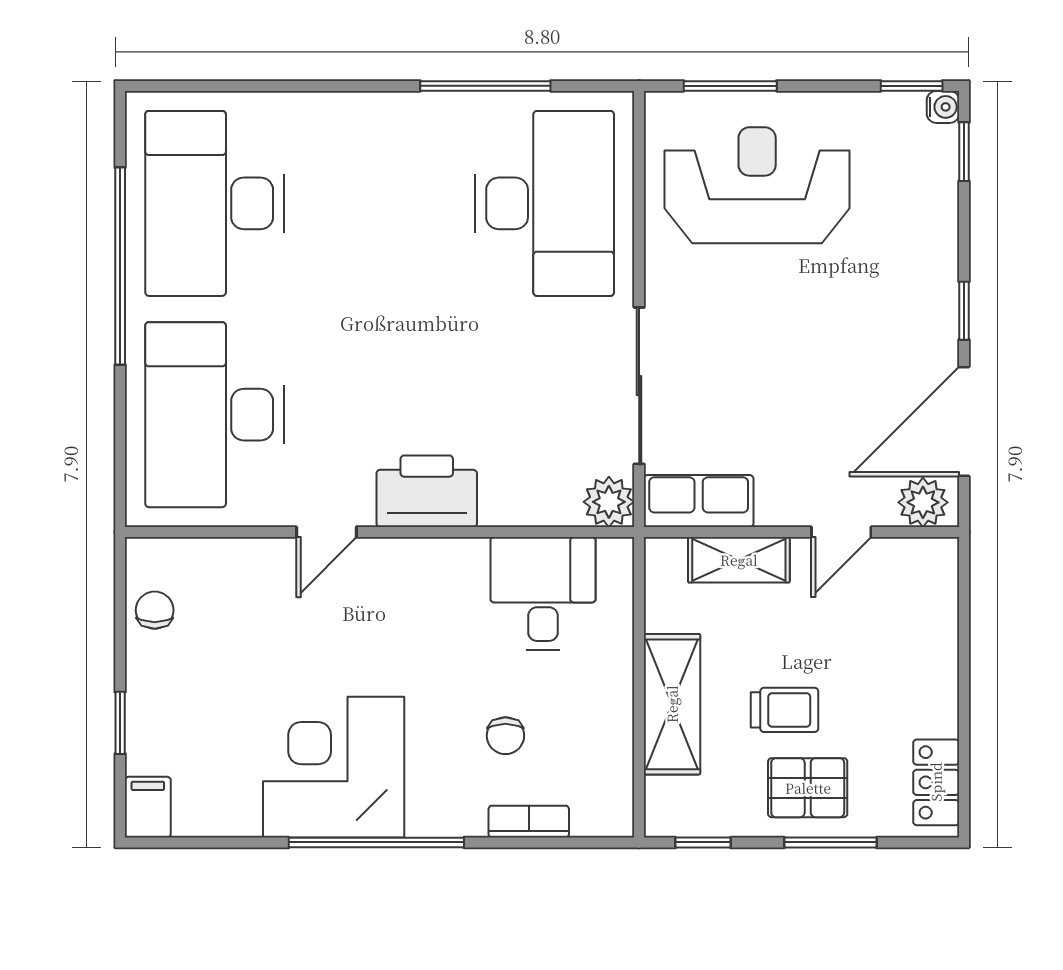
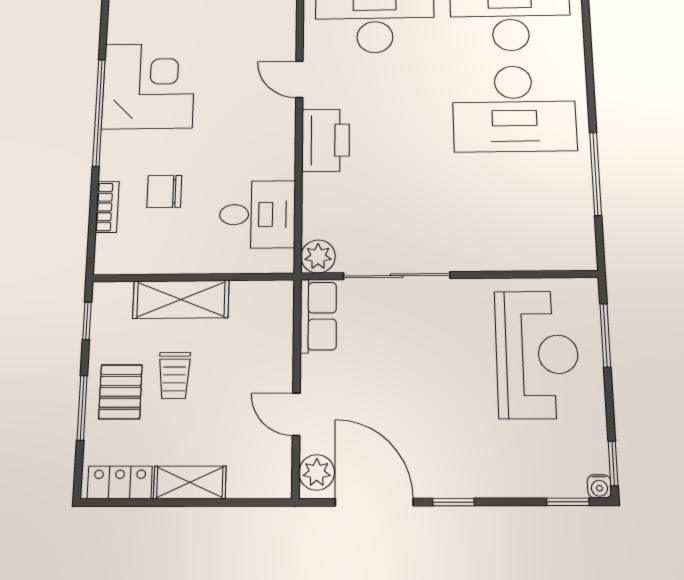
desk: (545, 203) -> (514, 109), moved
shelving: (739, 560) -> (190, 482), moved, turned 90
chair: (505, 736) -> (164, 192), width x1.37, depth x1.37

